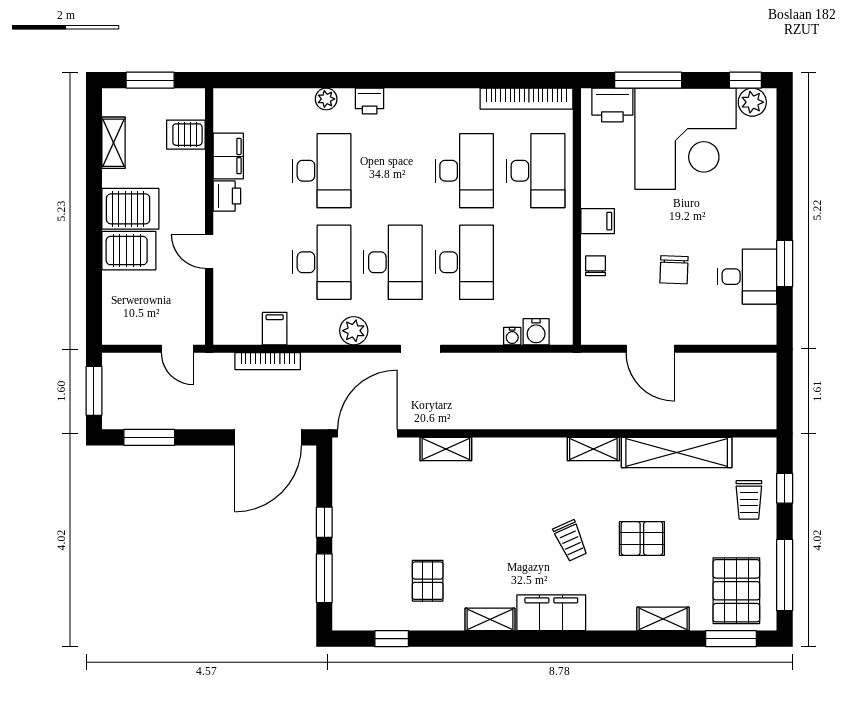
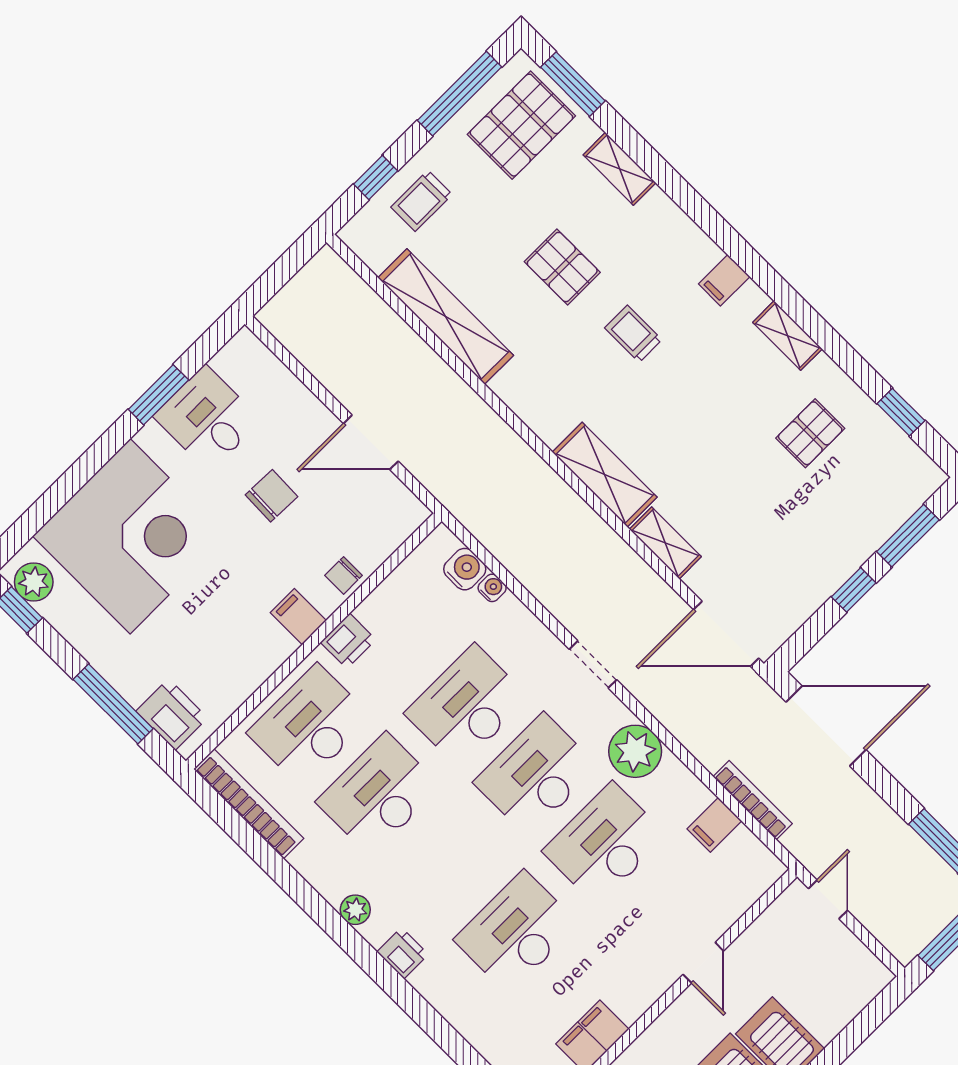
plant: (326, 99) -> (355, 910), moved
corner desk: (686, 139) -> (130, 536), moved, turned 90
printer: (227, 196) -> (348, 641), moved, turned 180
plant: (354, 331) -> (635, 751), width x1.36, depth x1.36
door: (650, 349) -> (371, 442), swing flipped
shelving: (593, 449) -> (605, 475), moved, width x1.50, depth x1.33
trolley: (749, 500) -> (422, 201), turned 180
trolley: (571, 541) -> (633, 334), turned -66
filing cabinet: (551, 613) -> (724, 280), width x0.33, depth x0.86

